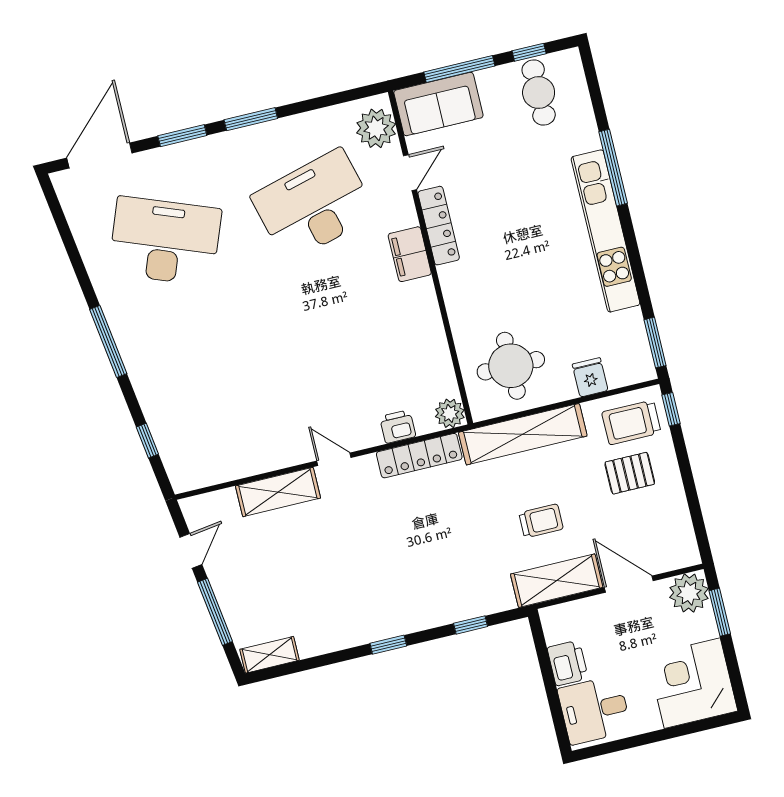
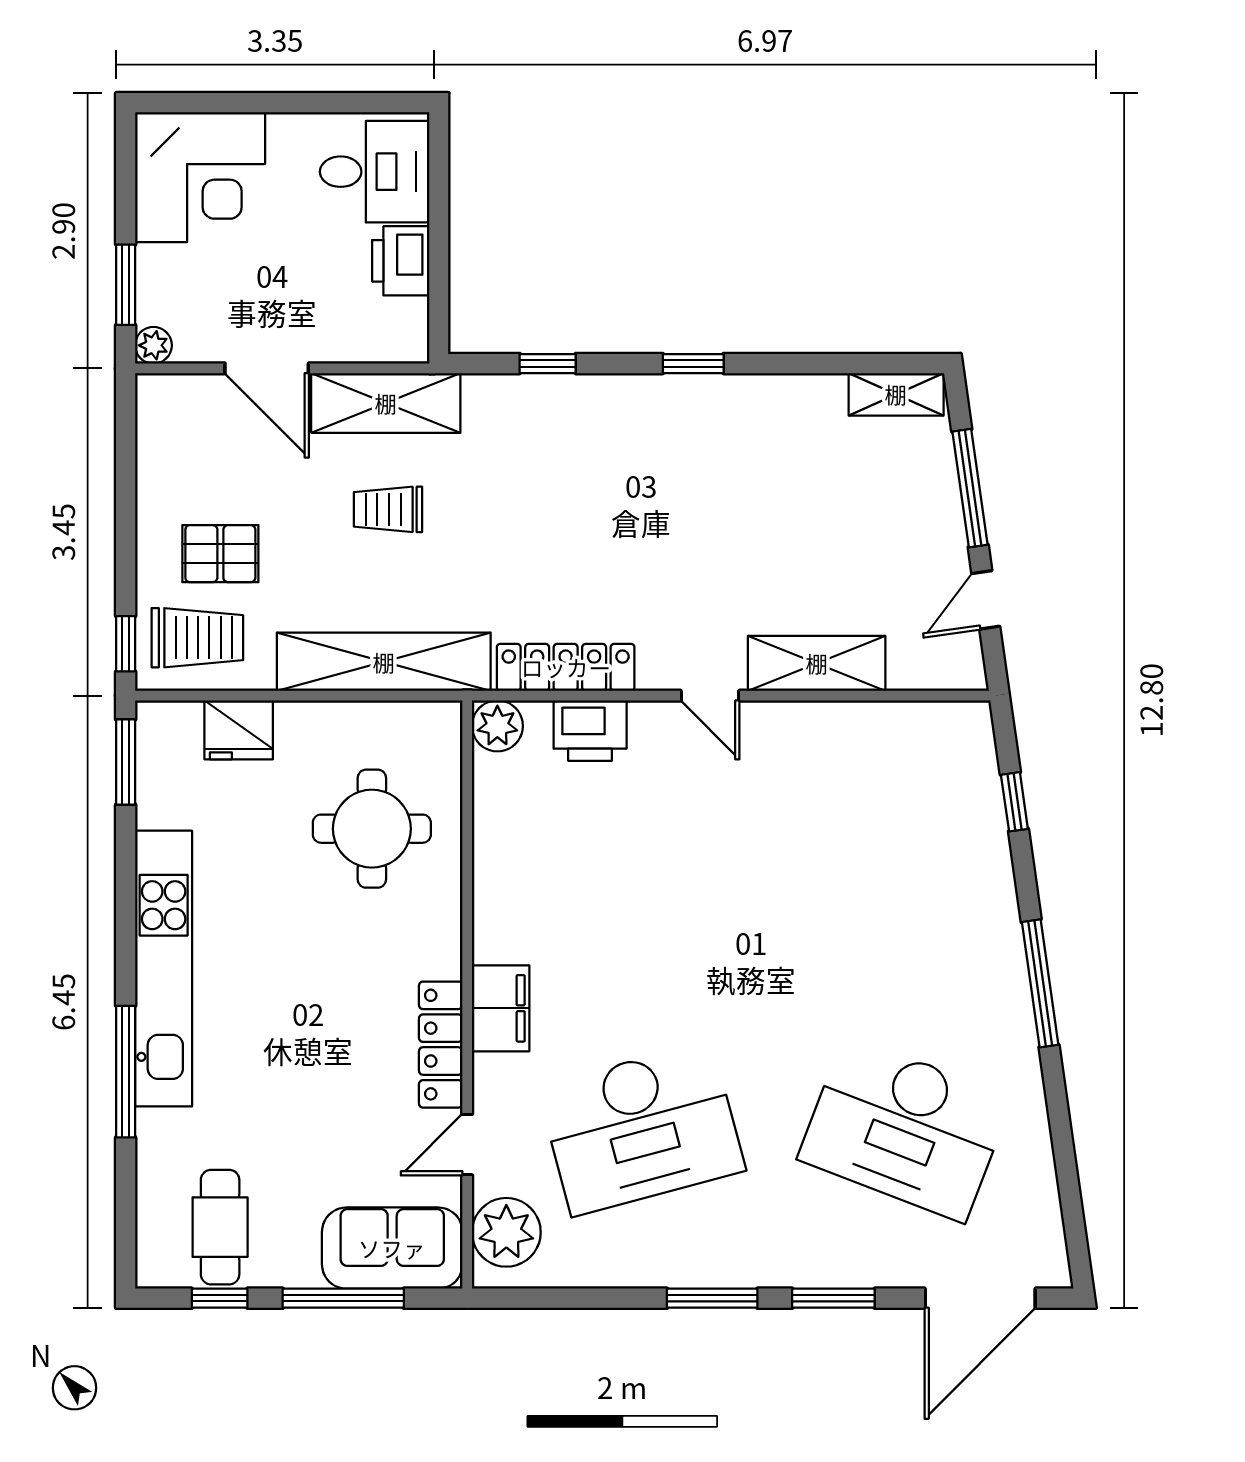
round table: (511, 366) -> (372, 829), moved
fridge: (590, 377) -> (239, 730), width x1.38
printer: (398, 427) -> (590, 731), width x1.36, depth x1.24
plant: (689, 593) -> (153, 345), width x0.53, depth x0.53

